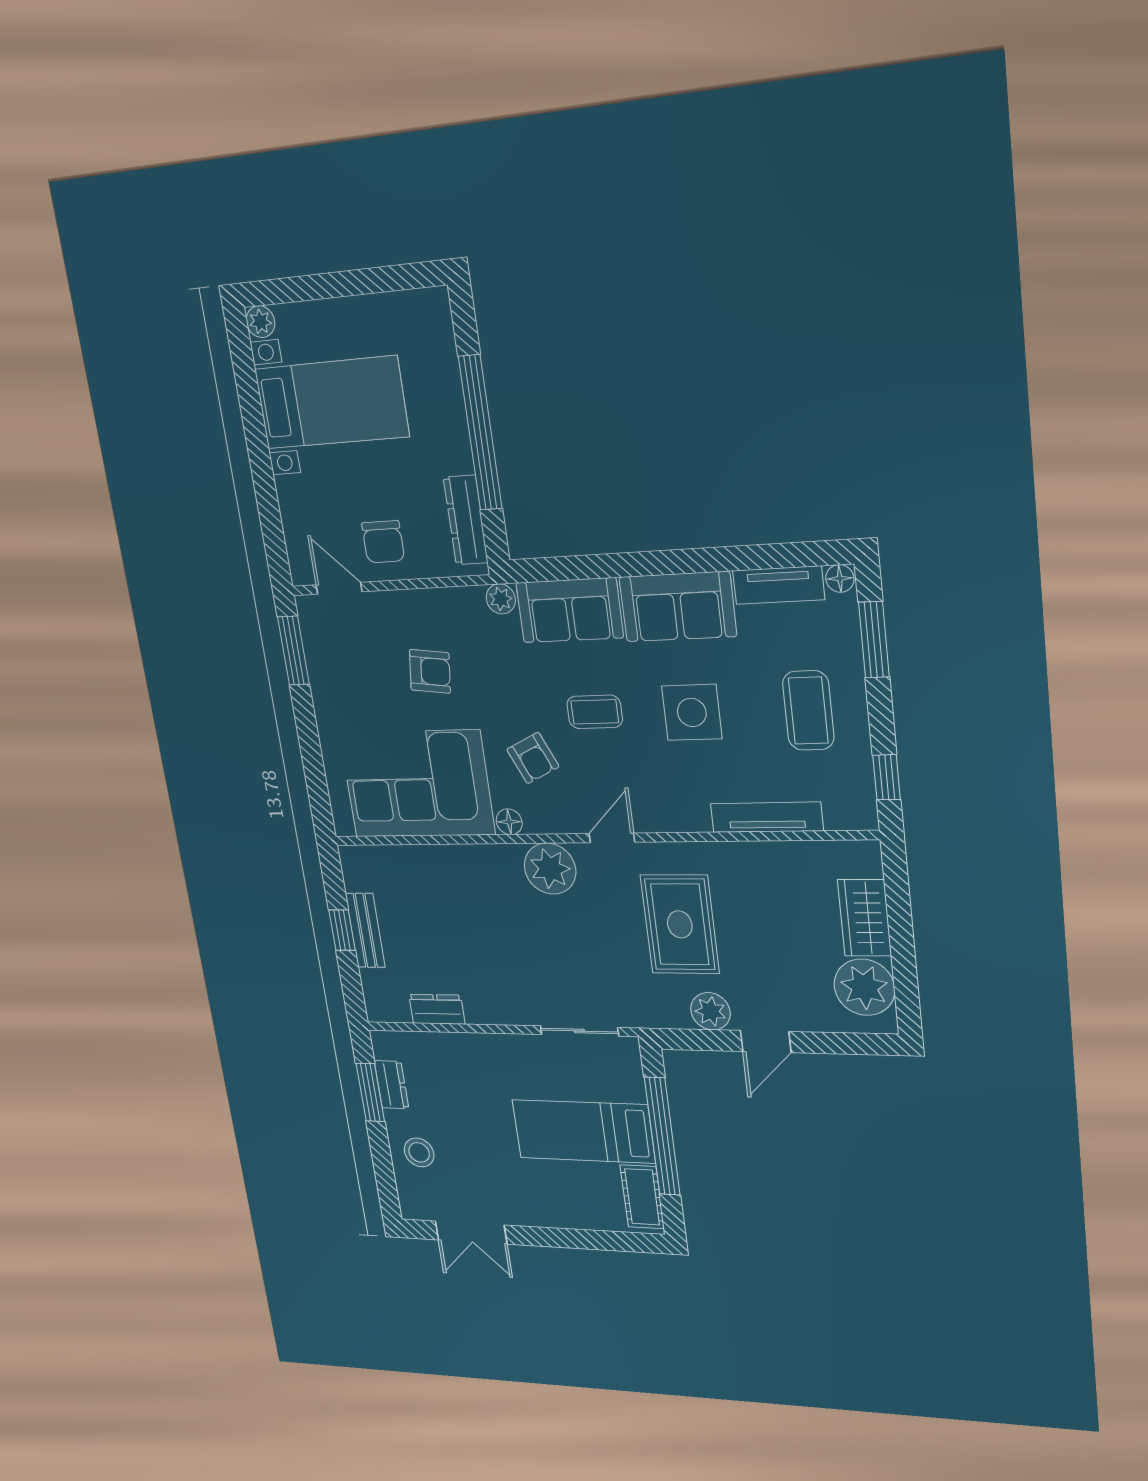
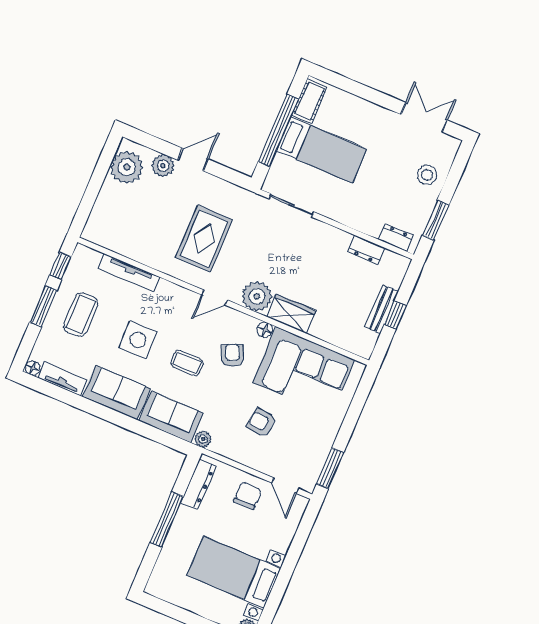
window: (480, 433) -> (167, 519), width x0.68
window: (874, 640) -> (43, 307), moved
wardrobe: (865, 918) -> (291, 314), moved, turned -90
plant: (710, 1011) -> (163, 166), moved
dresser: (391, 1085) -> (396, 238), moved, turned 90

